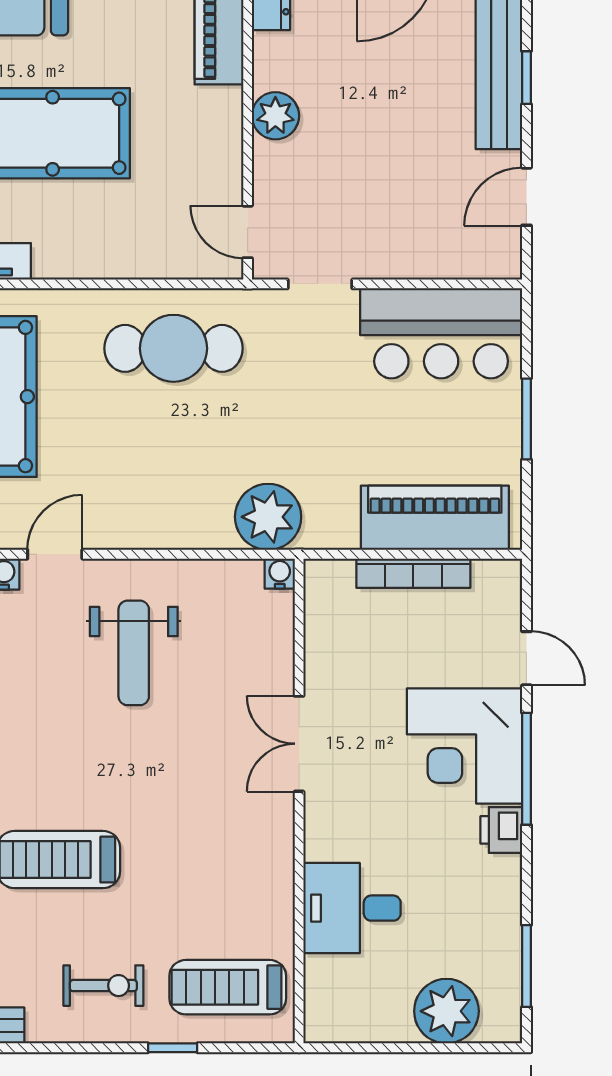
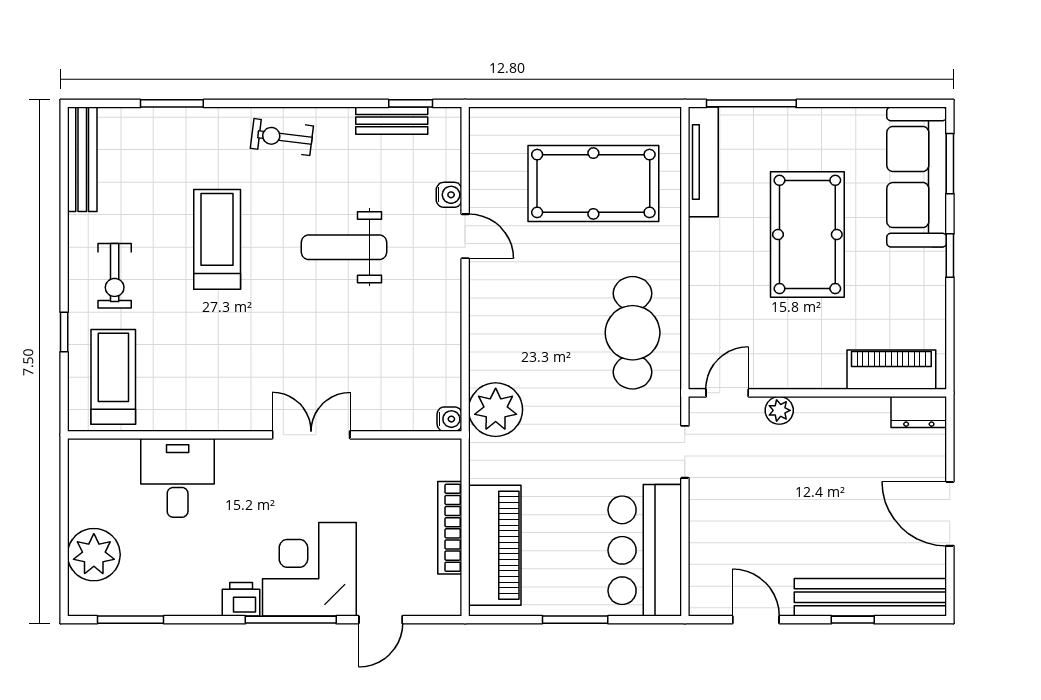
plant: (275, 116) -> (779, 410), moved, width x0.73, depth x0.73
weight bench: (134, 653) -> (344, 247), moved

